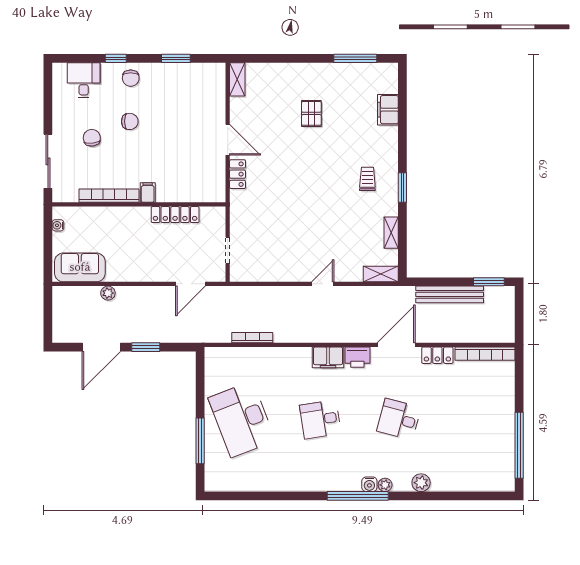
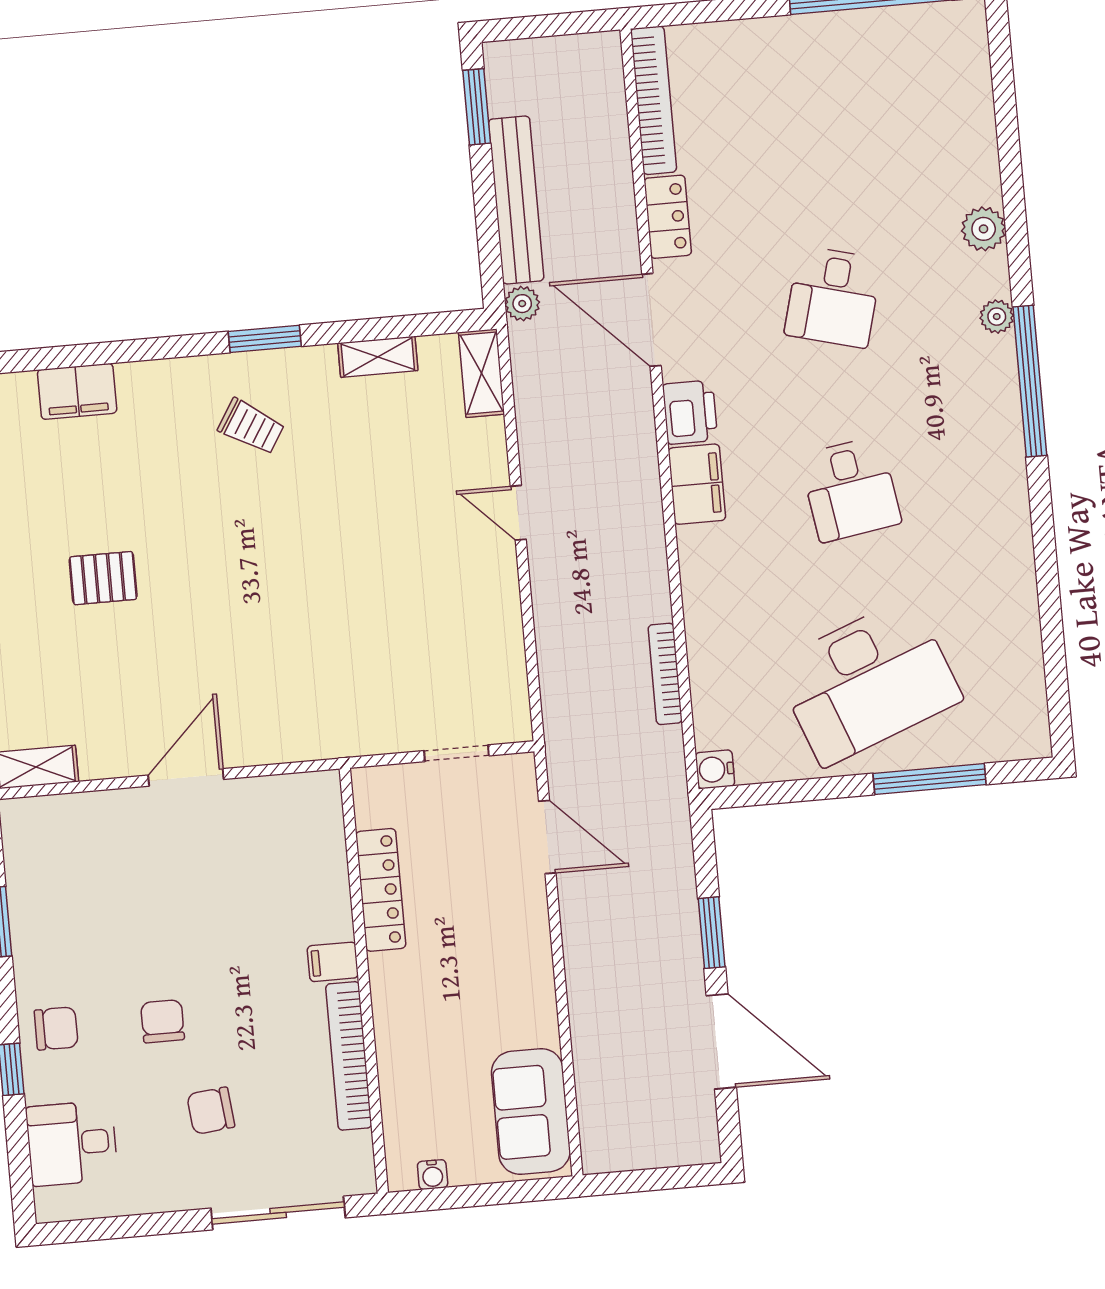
locker: (237, 174) -> (268, 746), removed
trolley: (367, 179) -> (251, 427), turned -148
plant: (108, 293) -> (522, 304), moved
water cooler: (369, 484) -> (715, 769), moved, turned 180

